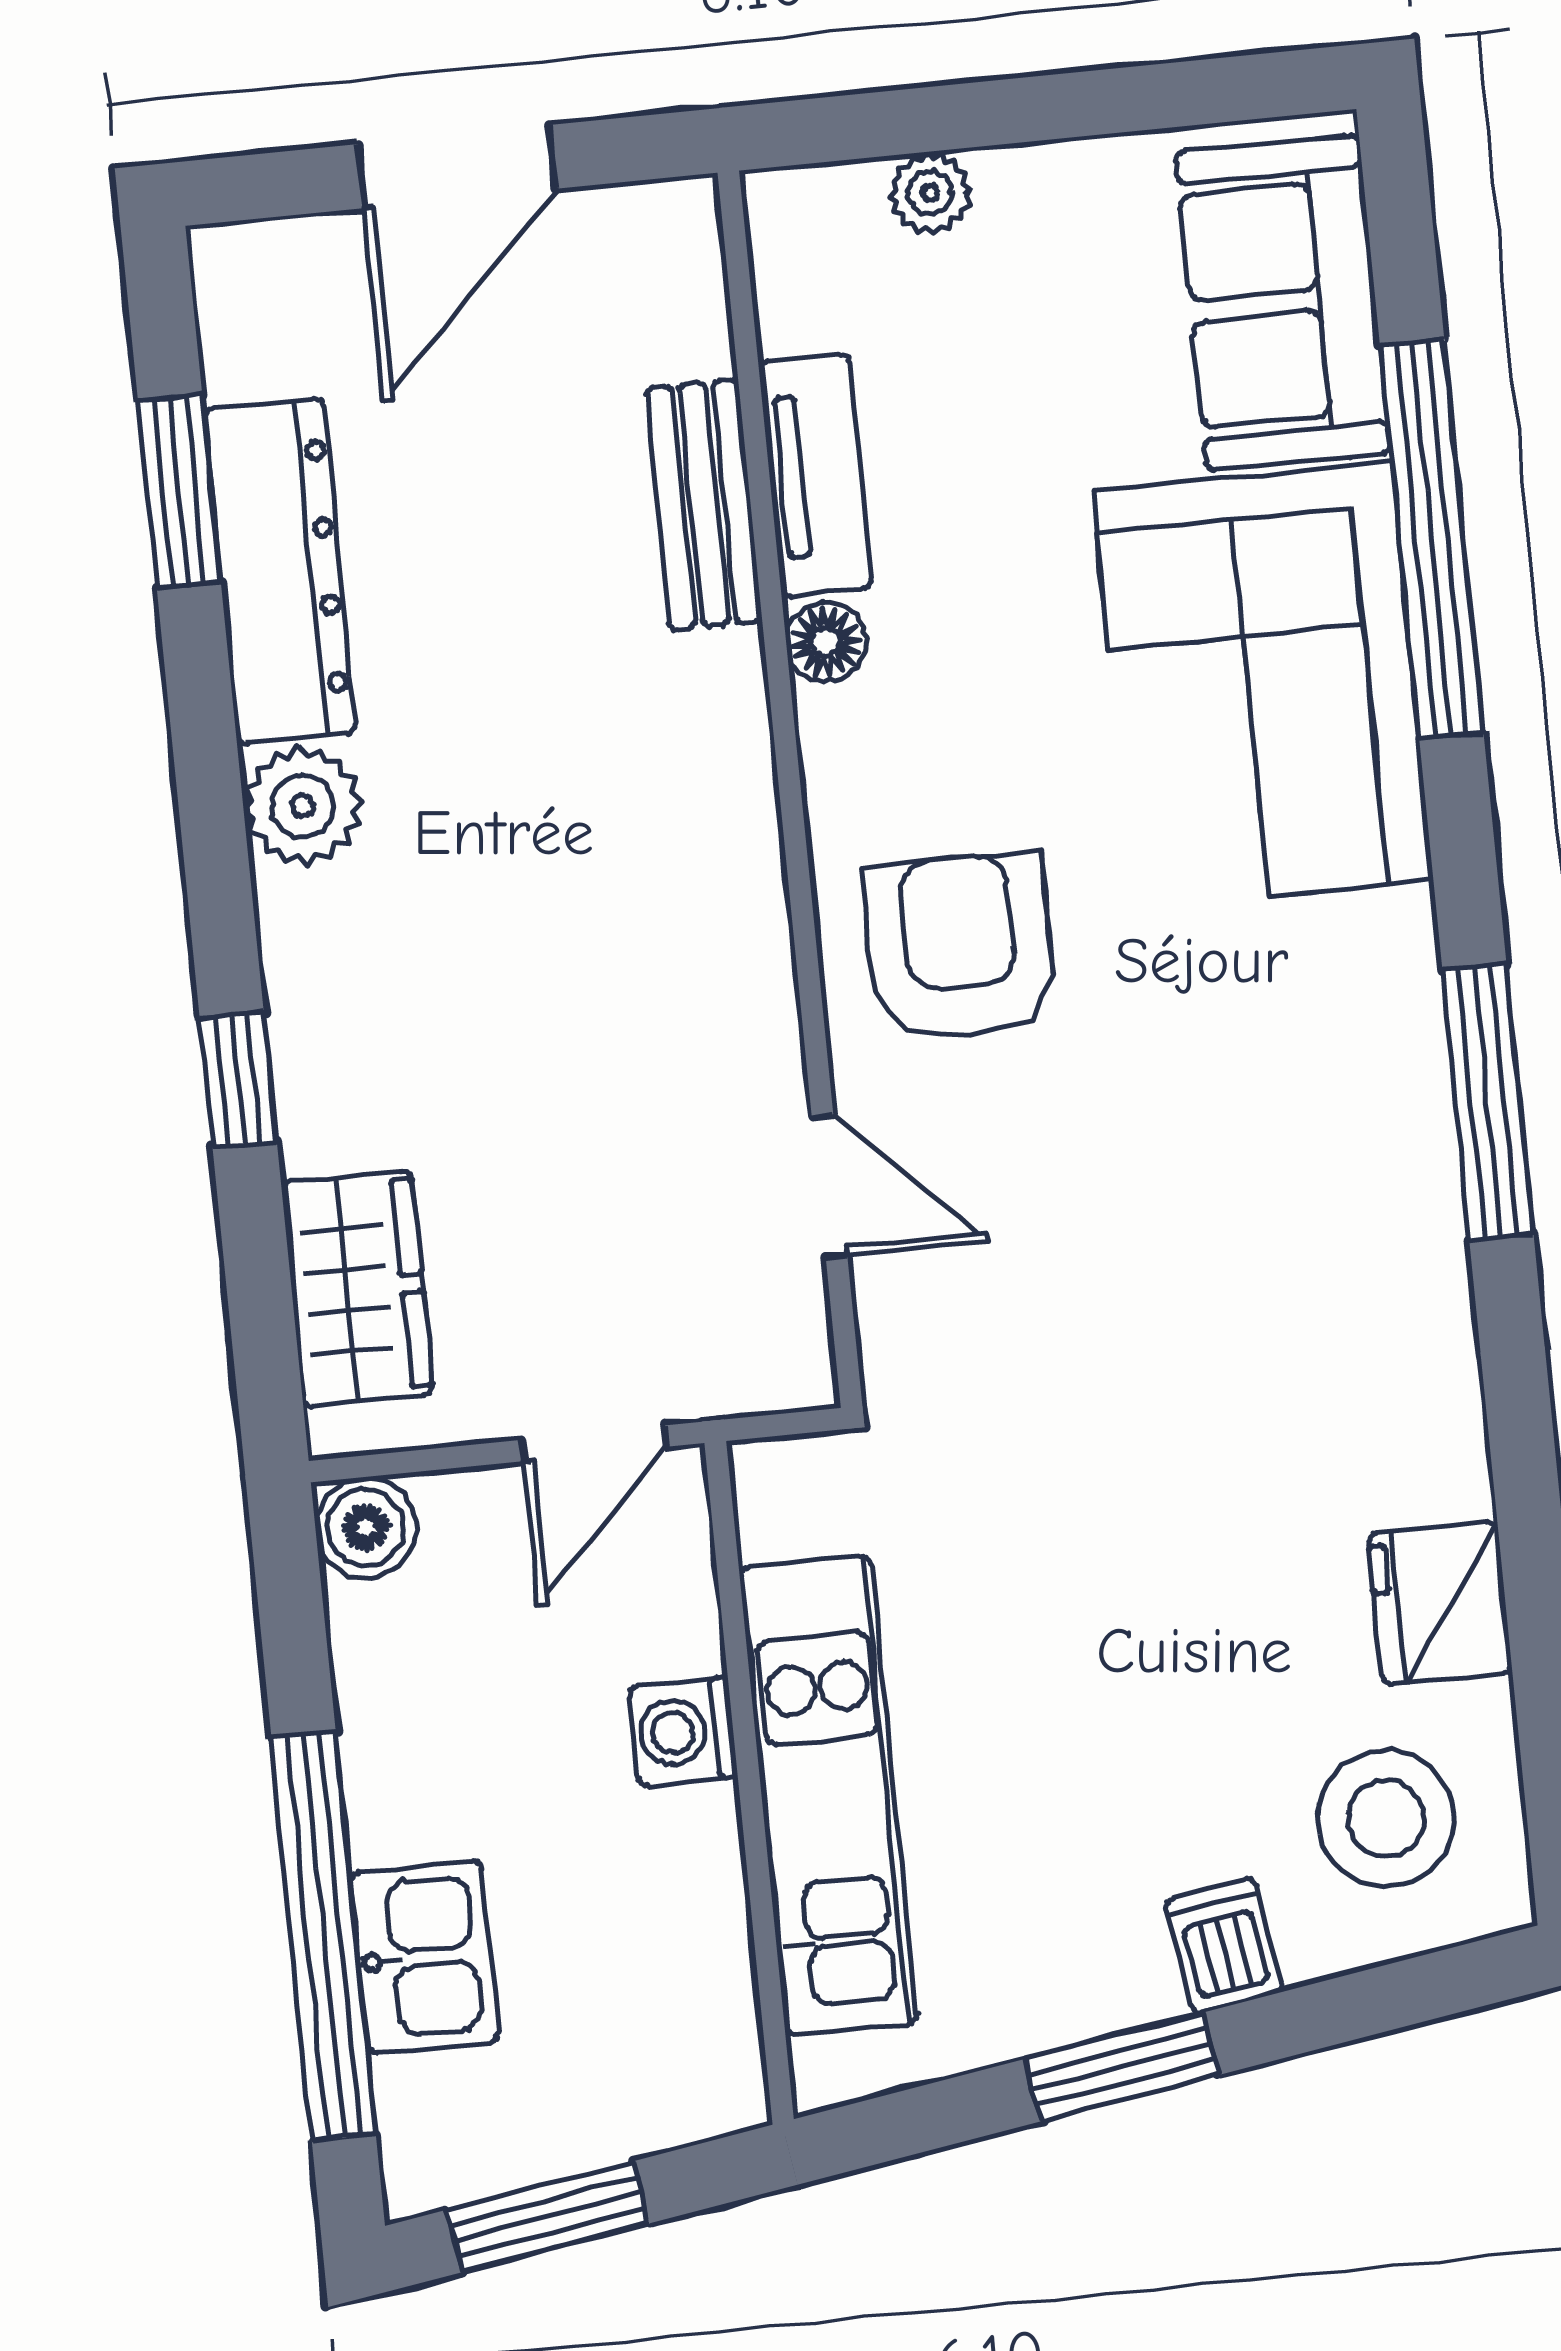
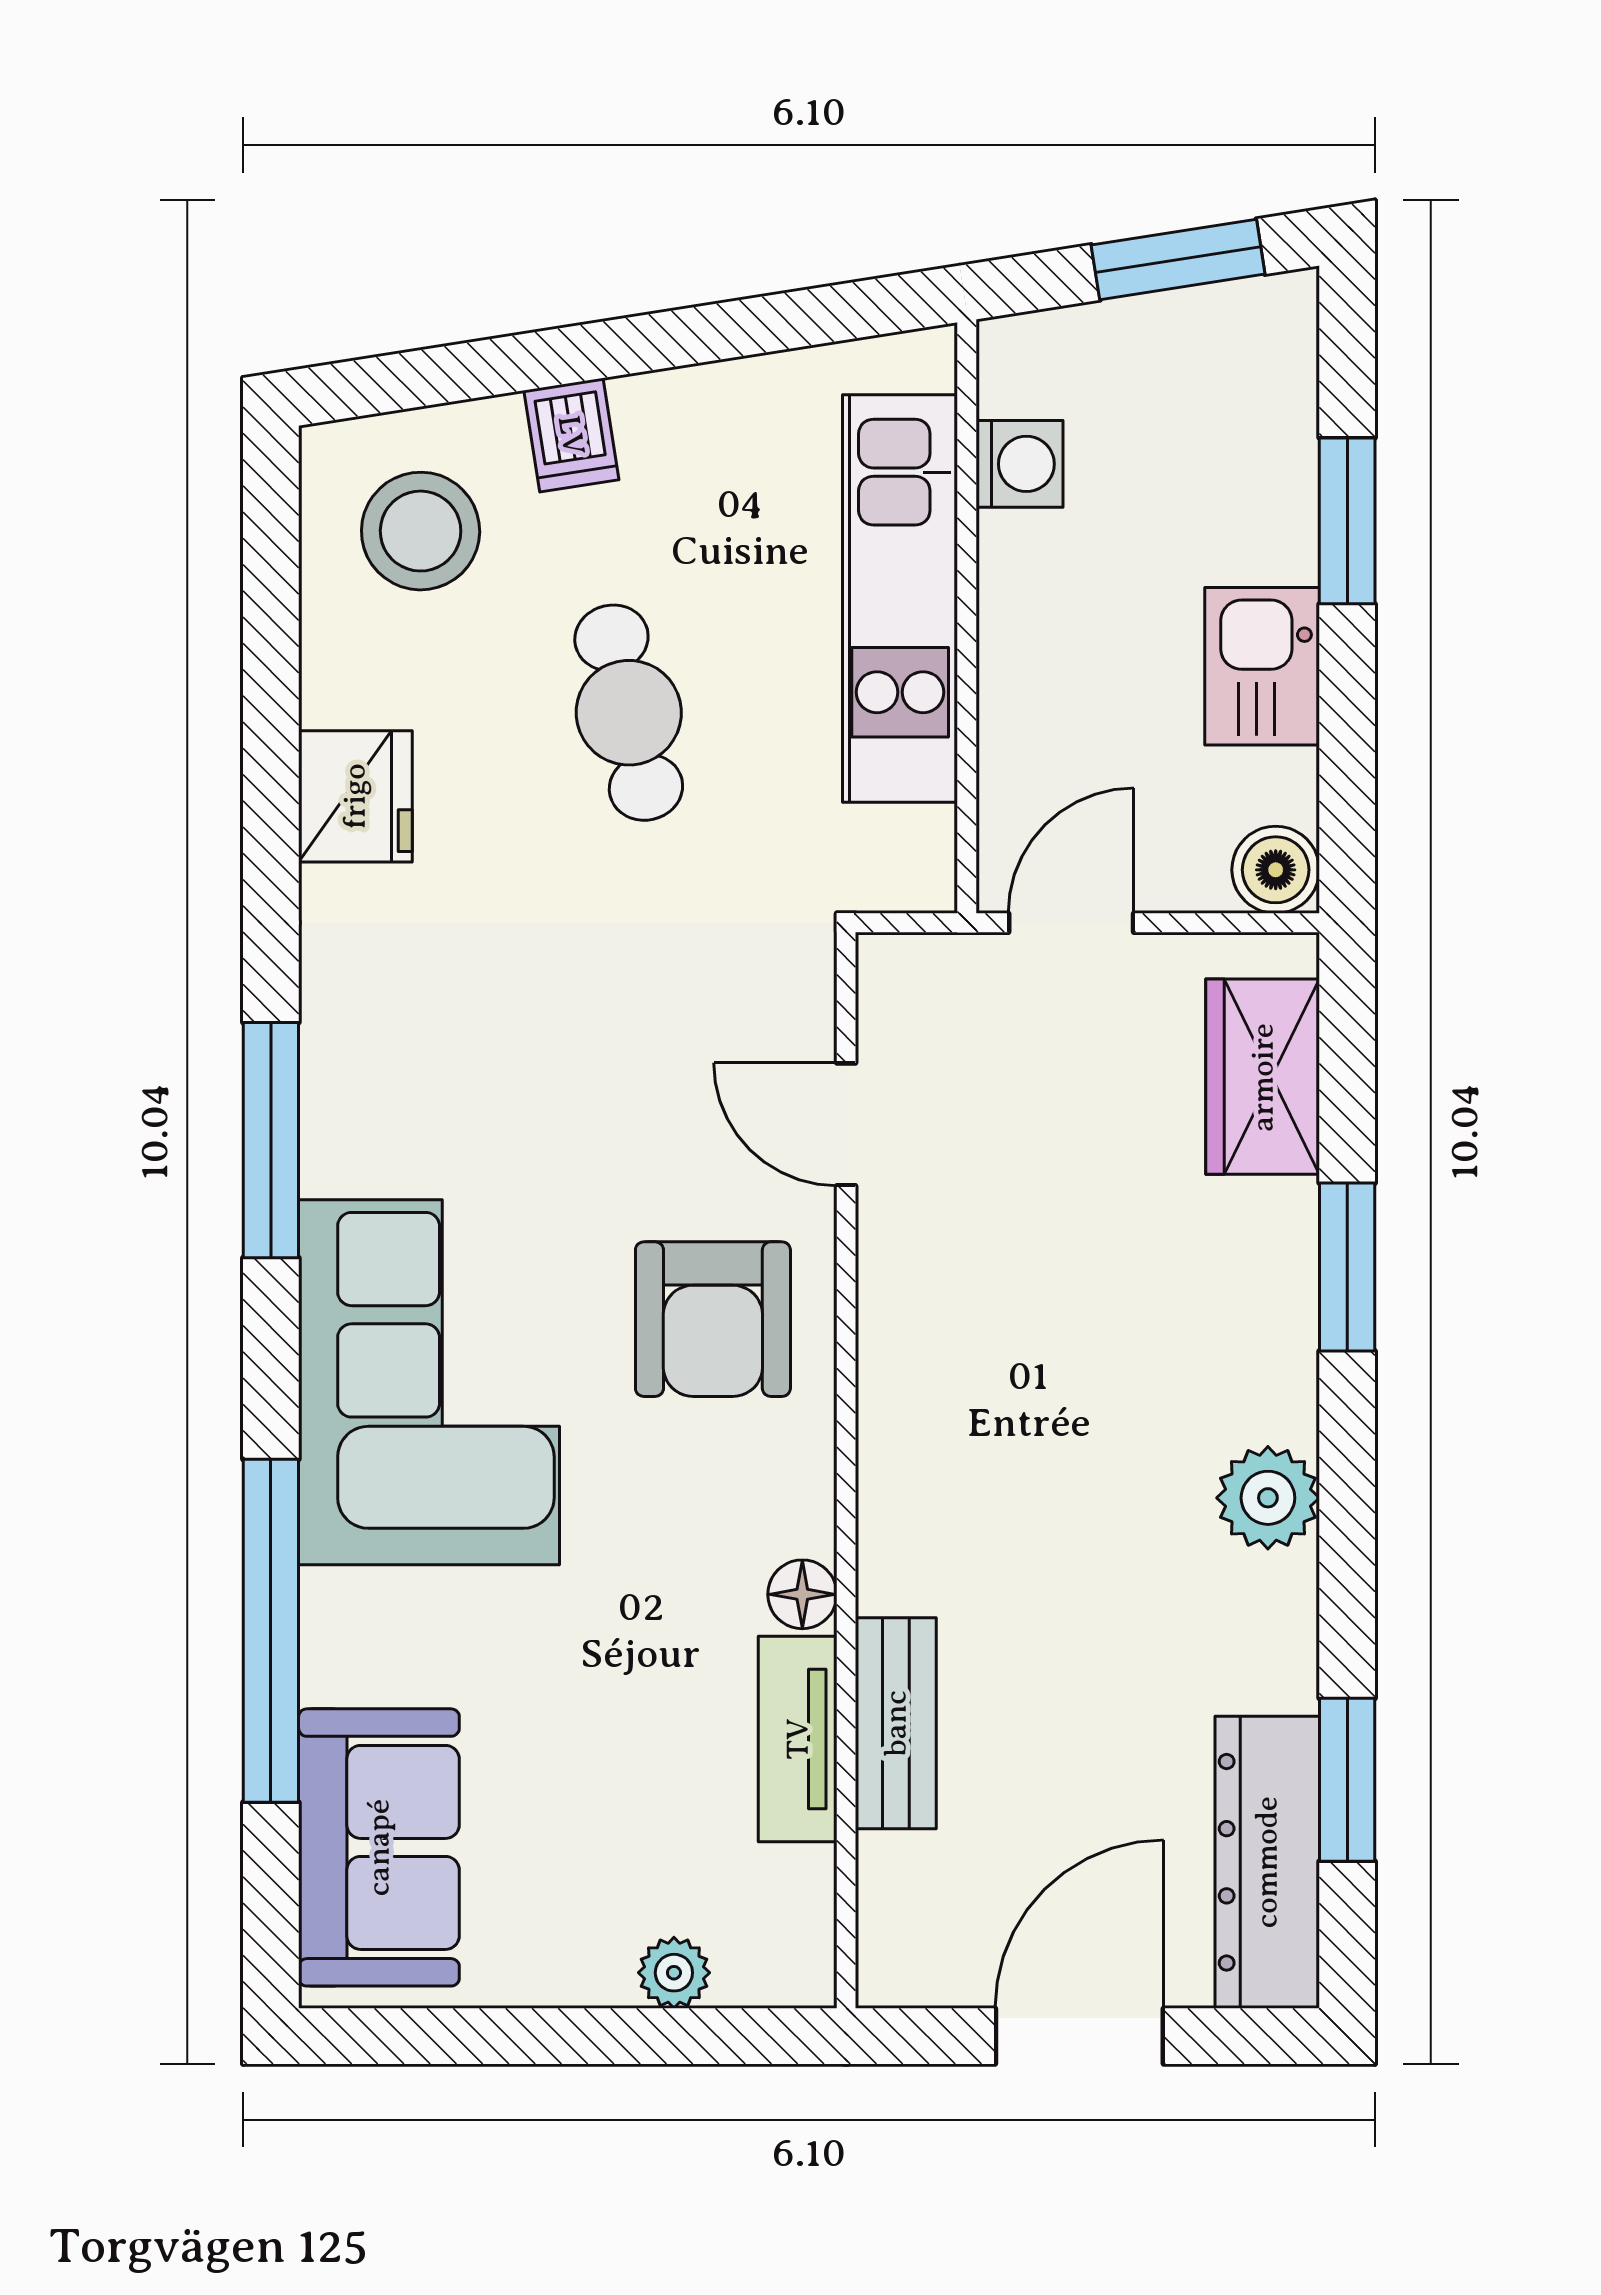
dresser: (280, 571) -> (1267, 1862), moved
corner sofa: (1263, 686) -> (429, 1382), moved
window: (238, 1080) -> (1347, 1267), width x1.50
fridge: (1440, 1603) -> (355, 796), moved
cafe table: (1126, 1634) -> (629, 713), added
washing machine: (683, 1732) -> (1019, 464), moved
window: (324, 1936) -> (1347, 521), width x0.47
kitchen sink: (424, 1957) -> (1262, 666), moved
window: (1122, 2067) -> (669, 339), removed

